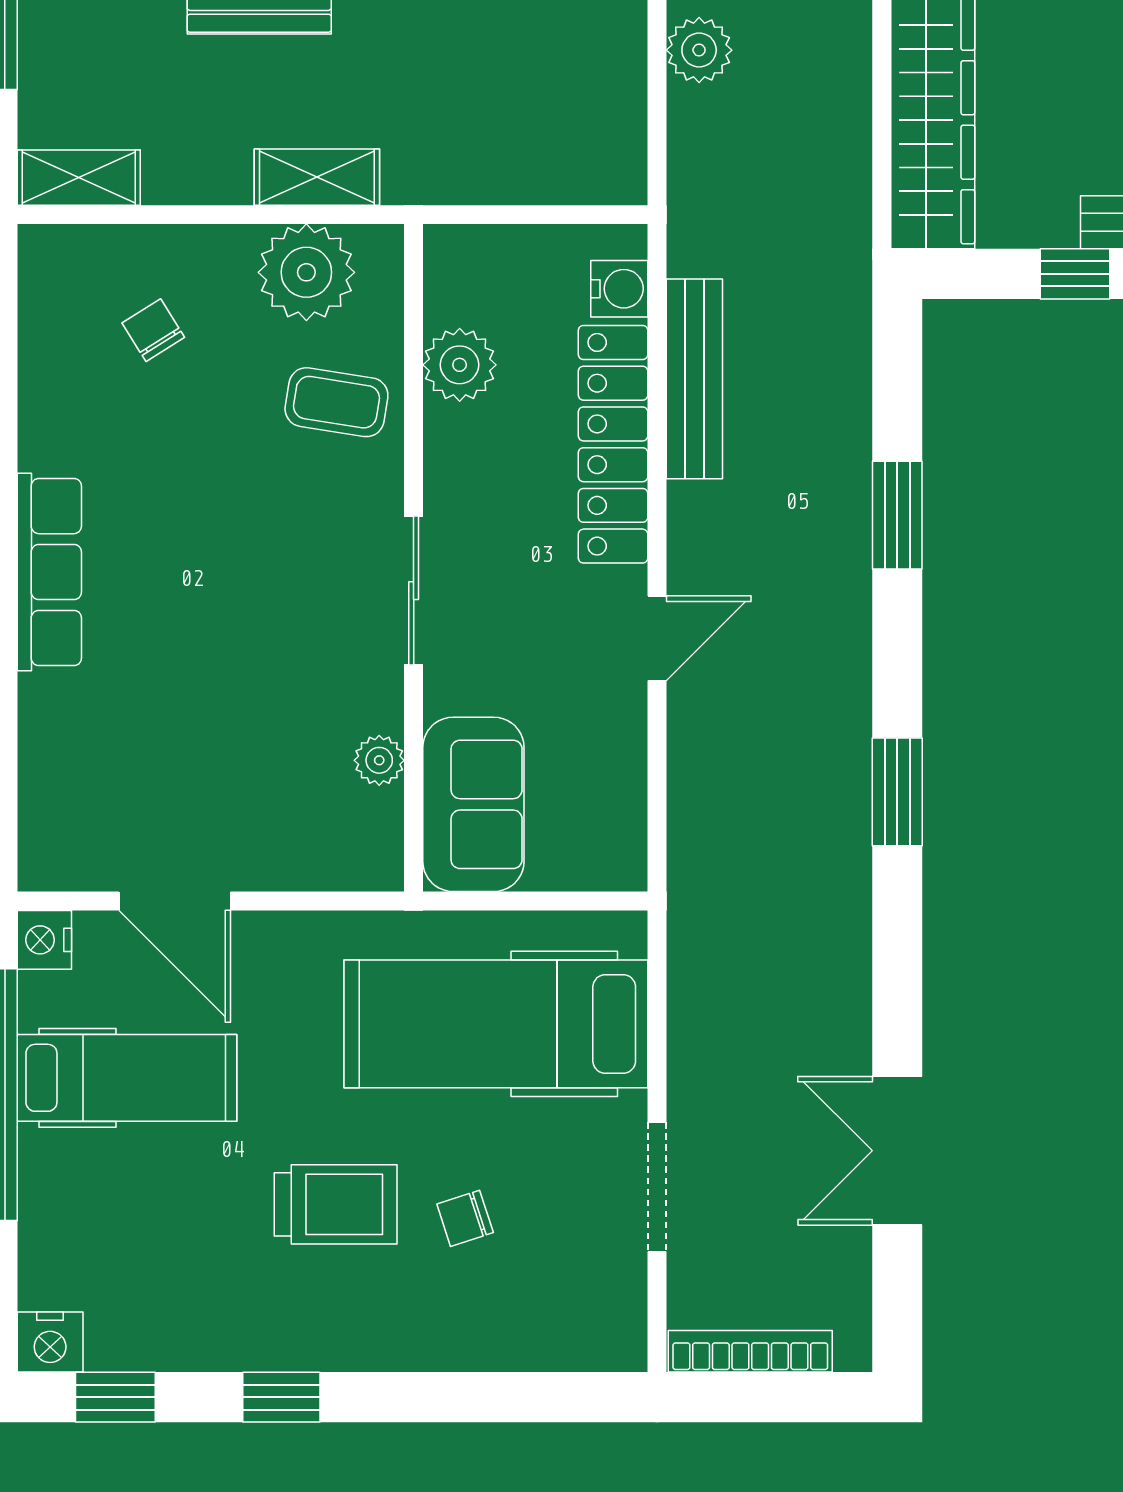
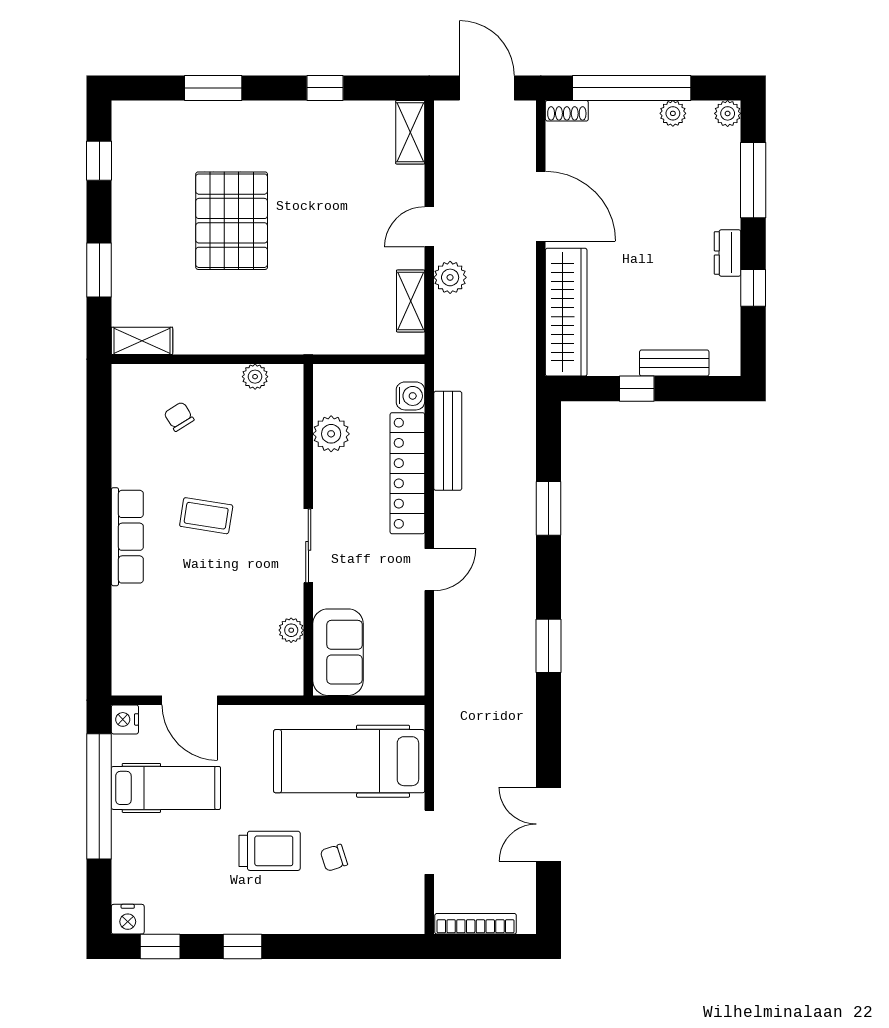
shelving: (317, 177) -> (411, 301), moved, turned 90
plant: (306, 272) -> (255, 377), width x0.53, depth x0.53
coffee table: (336, 402) -> (206, 516), moved

